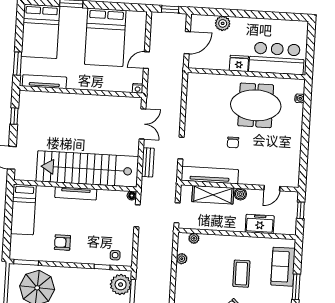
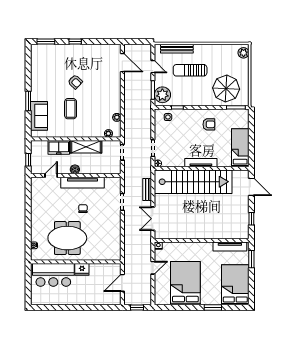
plant: (223, 23) -> (96, 299), removed
tv unit: (210, 175) -> (82, 183), moved
shelving: (213, 195) -> (86, 147), moved

